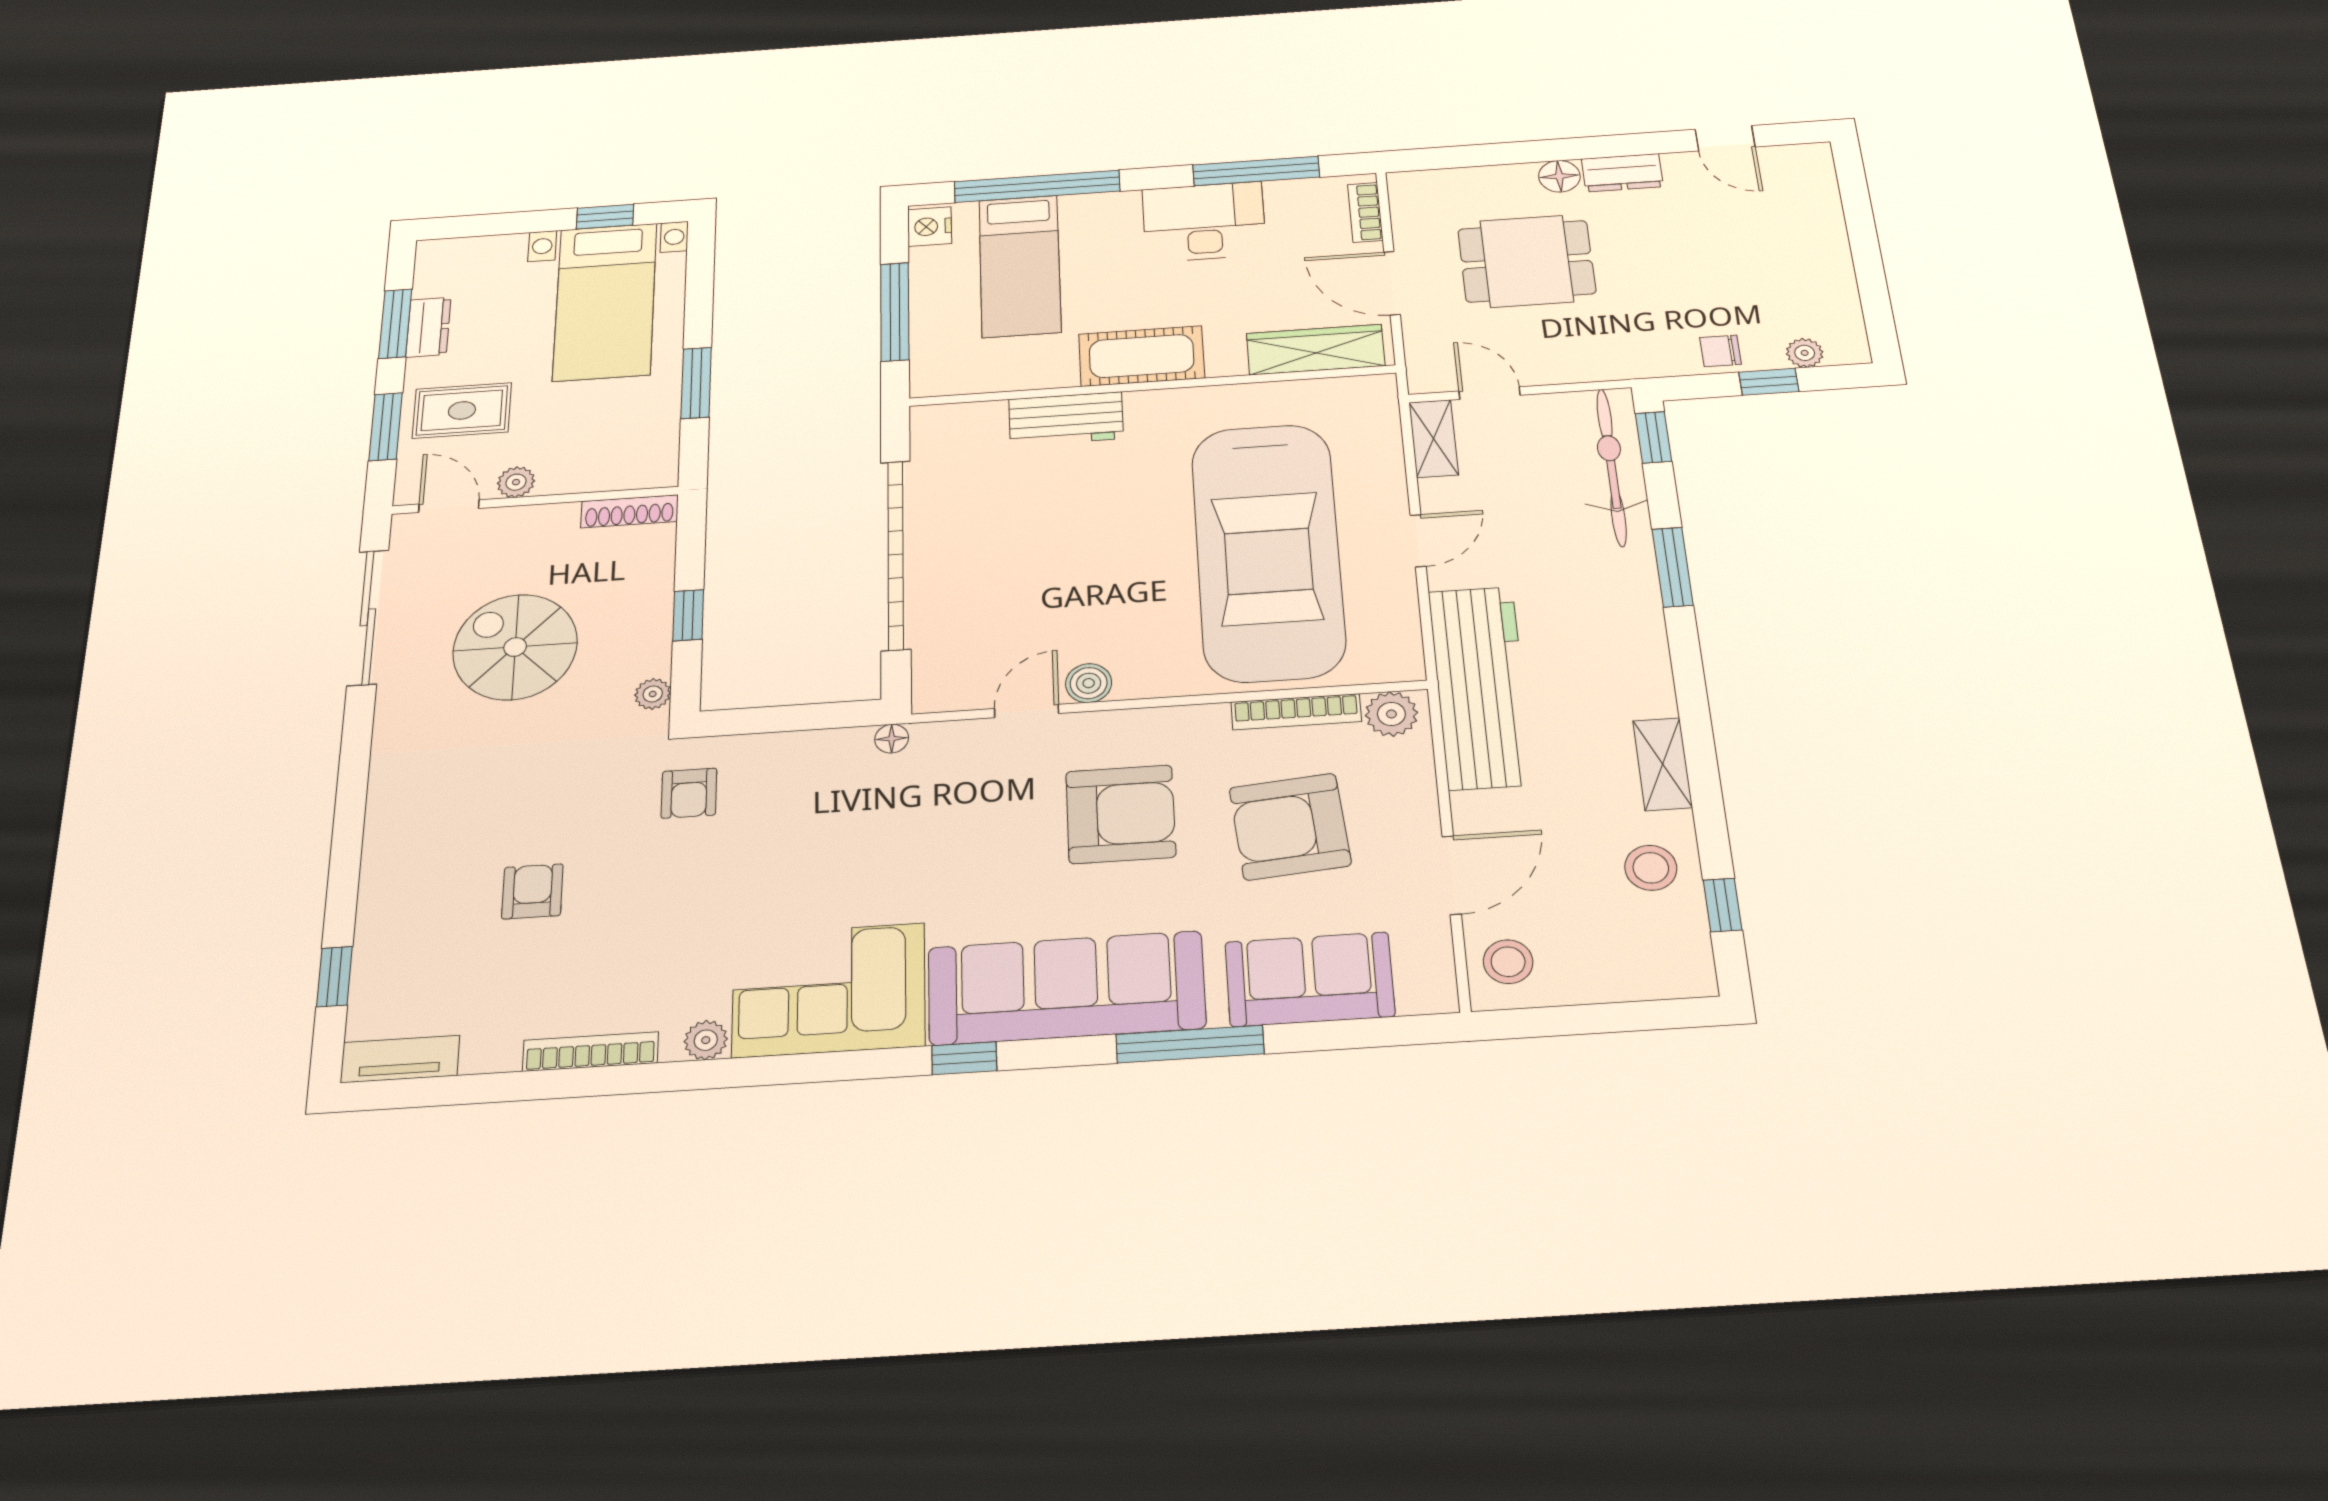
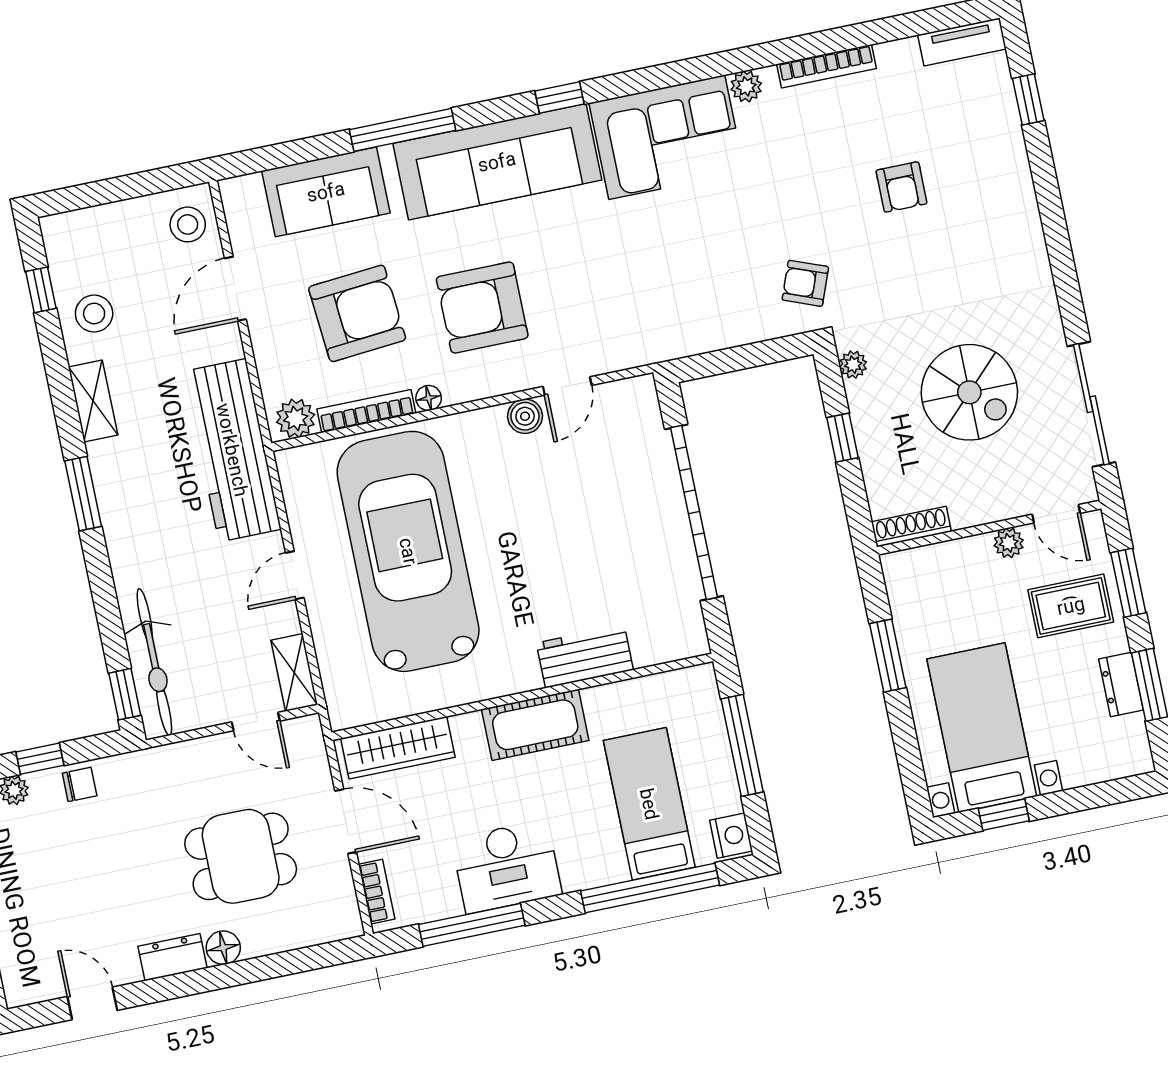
window: (1673, 567) -> (83, 494), moved
floor lamp: (892, 739) -> (429, 398), moved
armchair: (689, 793) -> (805, 283), turned -69

